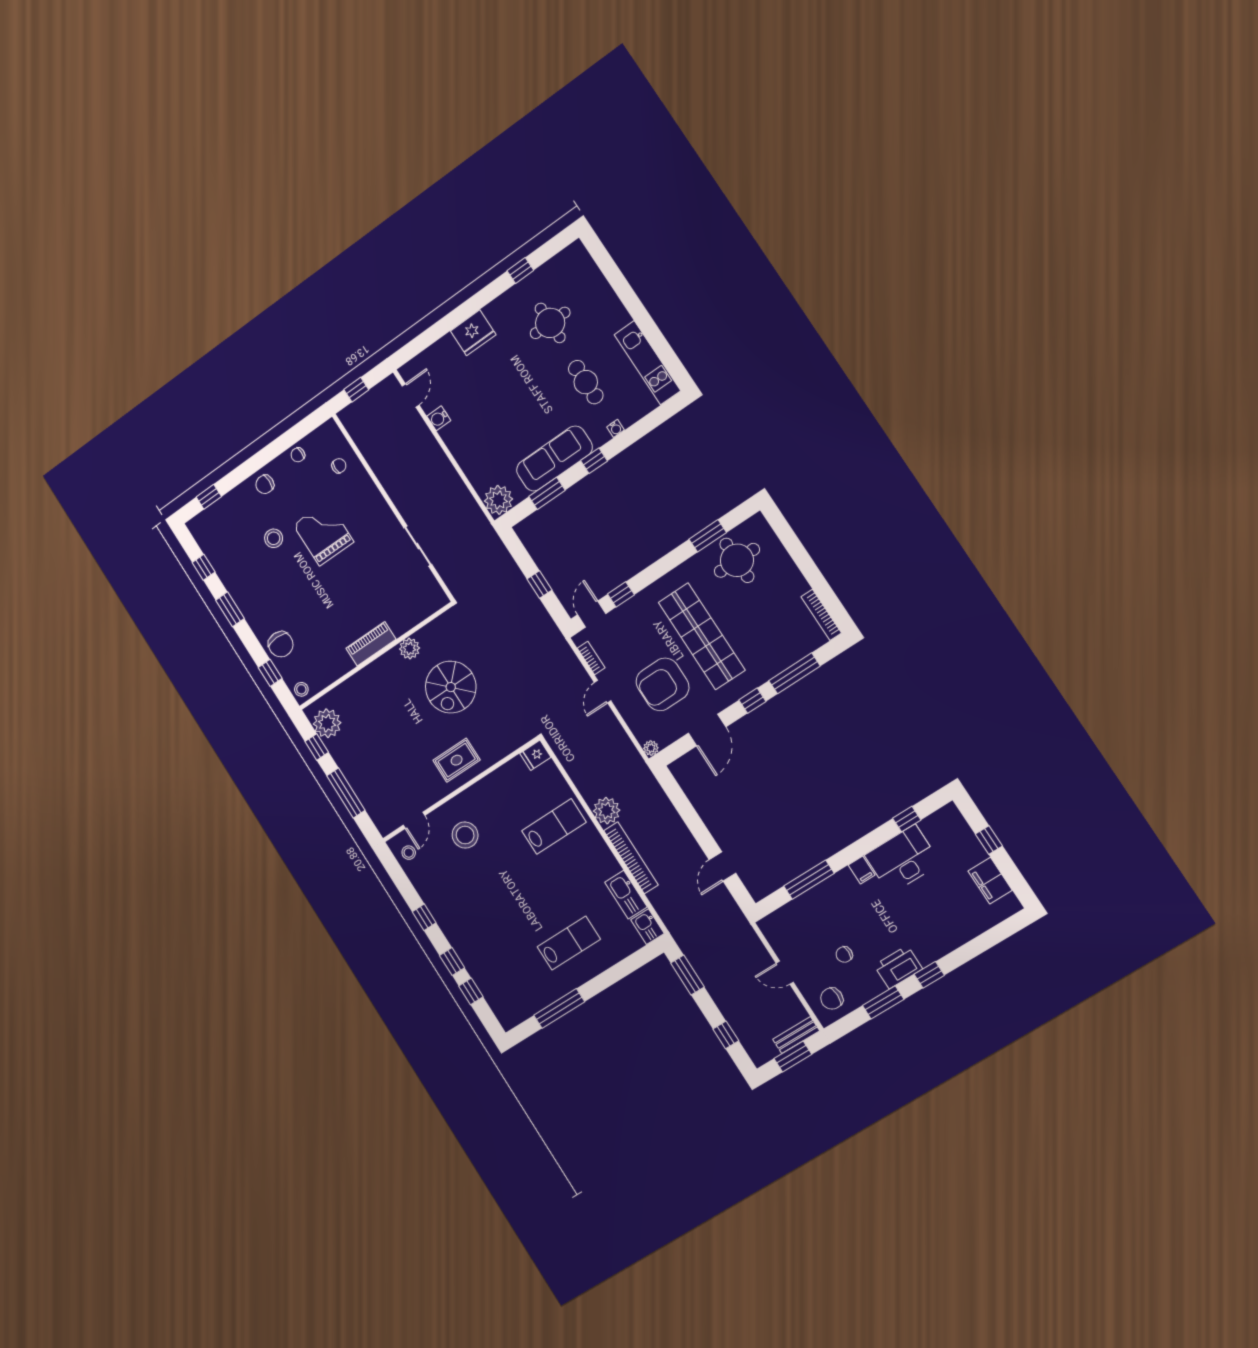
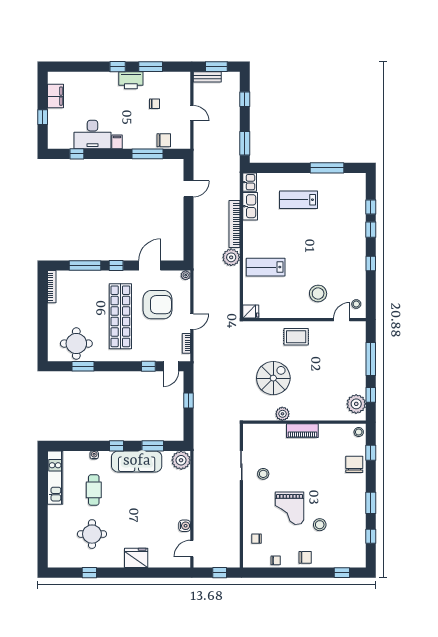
stool: (384, 555) -> (263, 474), added
chair: (832, 999) -> (164, 140), moved

